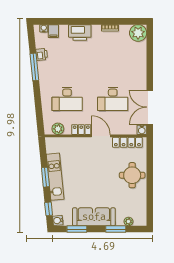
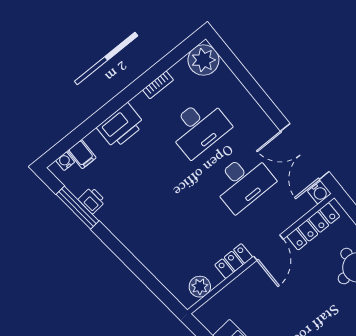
window: (34, 67) -> (78, 208), moved
desk: (67, 99) -> (199, 127), moved
door: (101, 136) -> (268, 248), swing flipped

